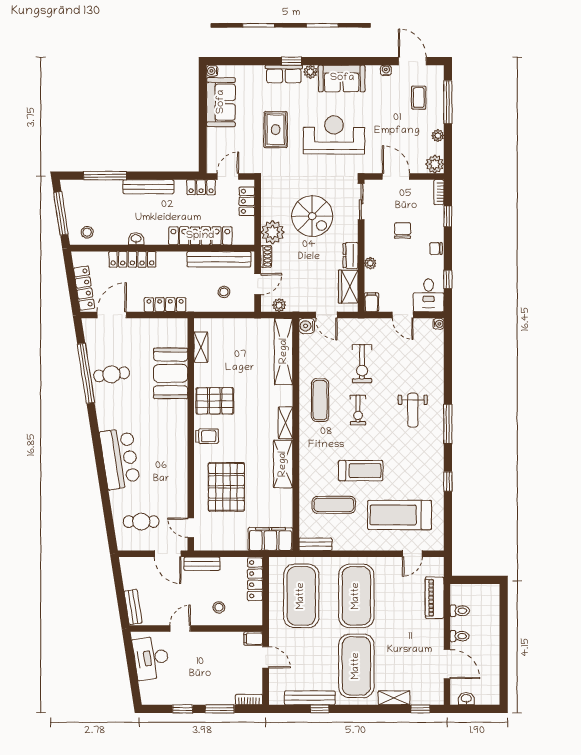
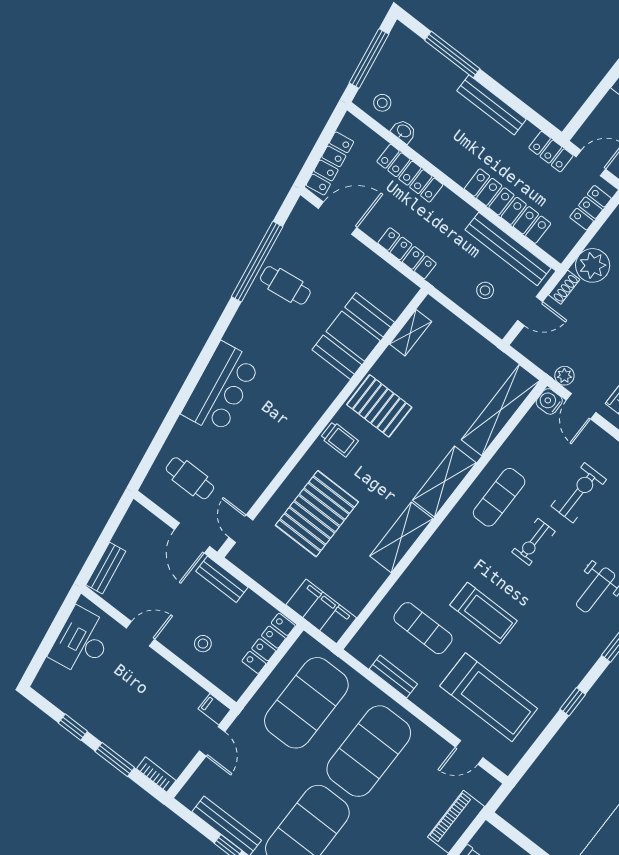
washbasin: (136, 239) -> (404, 131), moved
plant: (279, 305) -> (564, 376), moved
exercise bike: (362, 364) -> (579, 493), turned 180
shelving: (285, 423) -> (444, 481), width x1.50, depth x1.33
treadmill: (400, 515) -> (489, 697), turned 180
bench: (315, 544) -> (393, 677), moved

